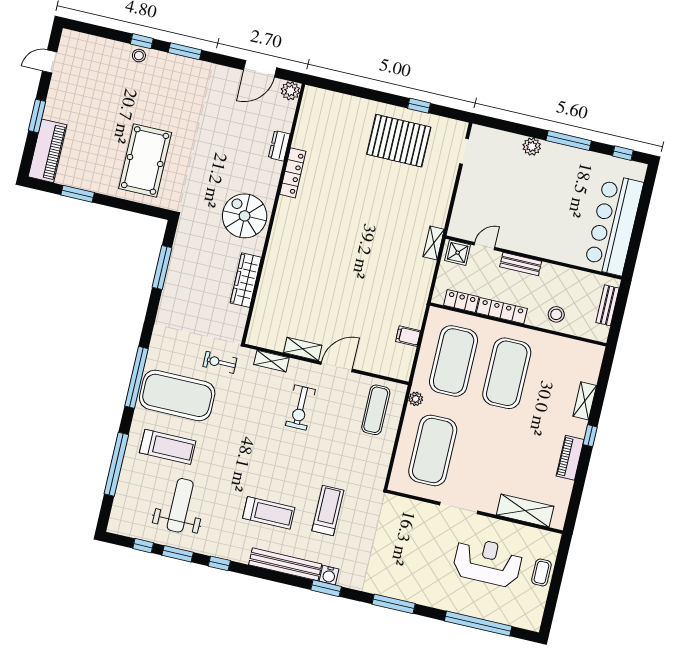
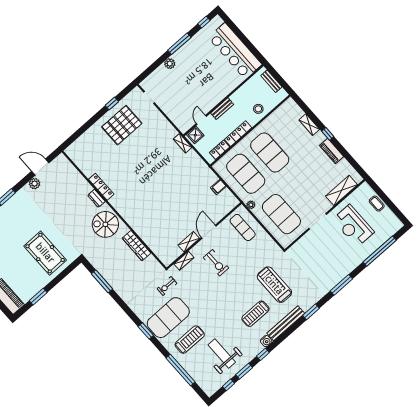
door: (260, 69) -> (40, 167), swing flipped
plant: (290, 91) -> (34, 184), moved
dresser: (279, 146) -> (96, 198), moved
window: (137, 377) -> (146, 331), width x0.47
treadmill: (328, 510) -> (274, 285), width x1.37, depth x1.38
treadmill: (269, 513) -> (255, 314), turned 180
reception desk: (488, 562) -> (353, 226), turned -90
water cooler: (329, 575) -> (266, 341), moved

